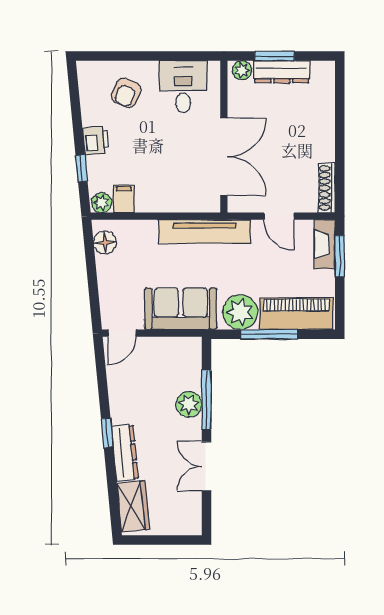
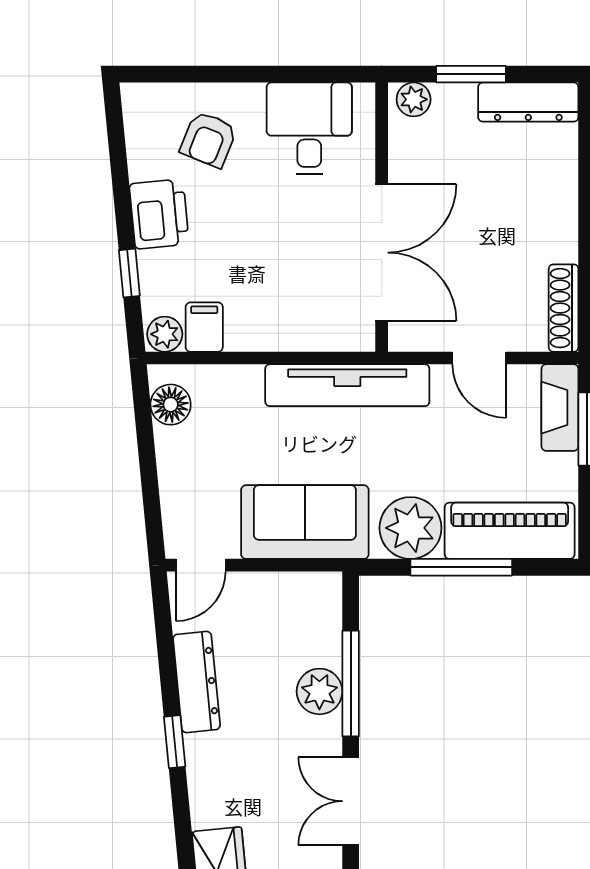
dresser: (282, 72) -> (528, 102), moved
printer: (96, 140) -> (159, 214), width x1.36, depth x1.24
dresser: (125, 453) -> (197, 682), moved

